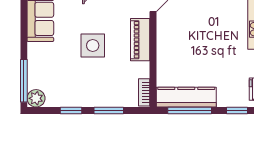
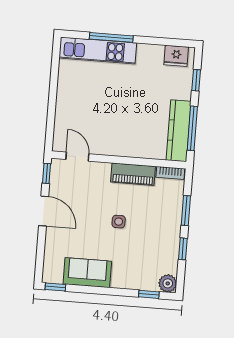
piano: (140, 40) -> (133, 174), moved
side table: (93, 45) -> (119, 222), width x0.54, depth x0.54
window: (24, 81) -> (149, 294), width x0.46

